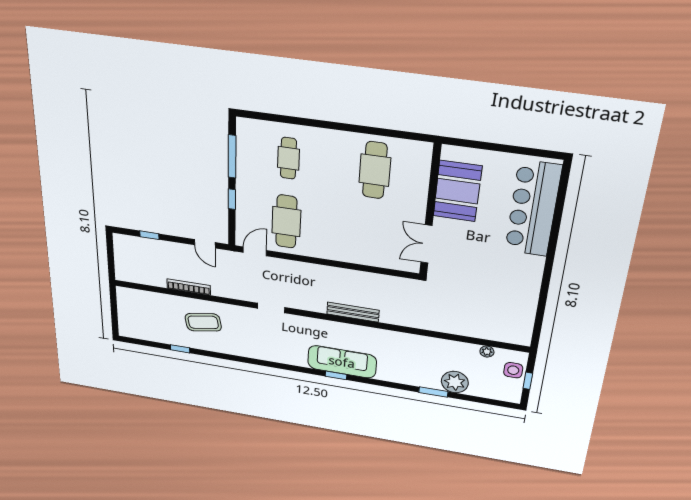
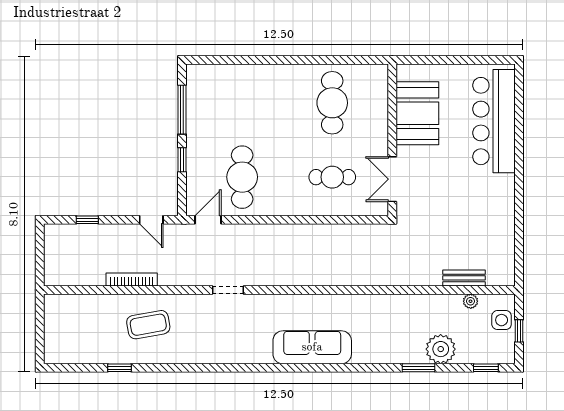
cafe table: (288, 158) -> (332, 177), moved, turned 90
bench: (353, 312) -> (464, 278), moved, width x0.73
window: (336, 375) -> (486, 368), moved

